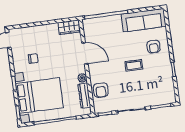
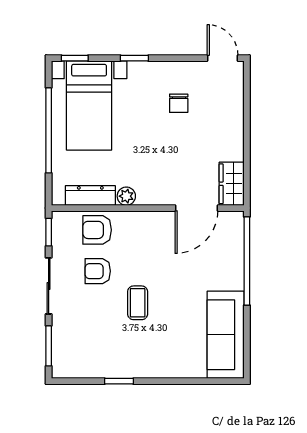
armchair: (154, 47) -> (98, 271), moved
door: (85, 53) -> (196, 208), moved
bed with nightstands: (39, 96) -> (89, 105), width x0.73

